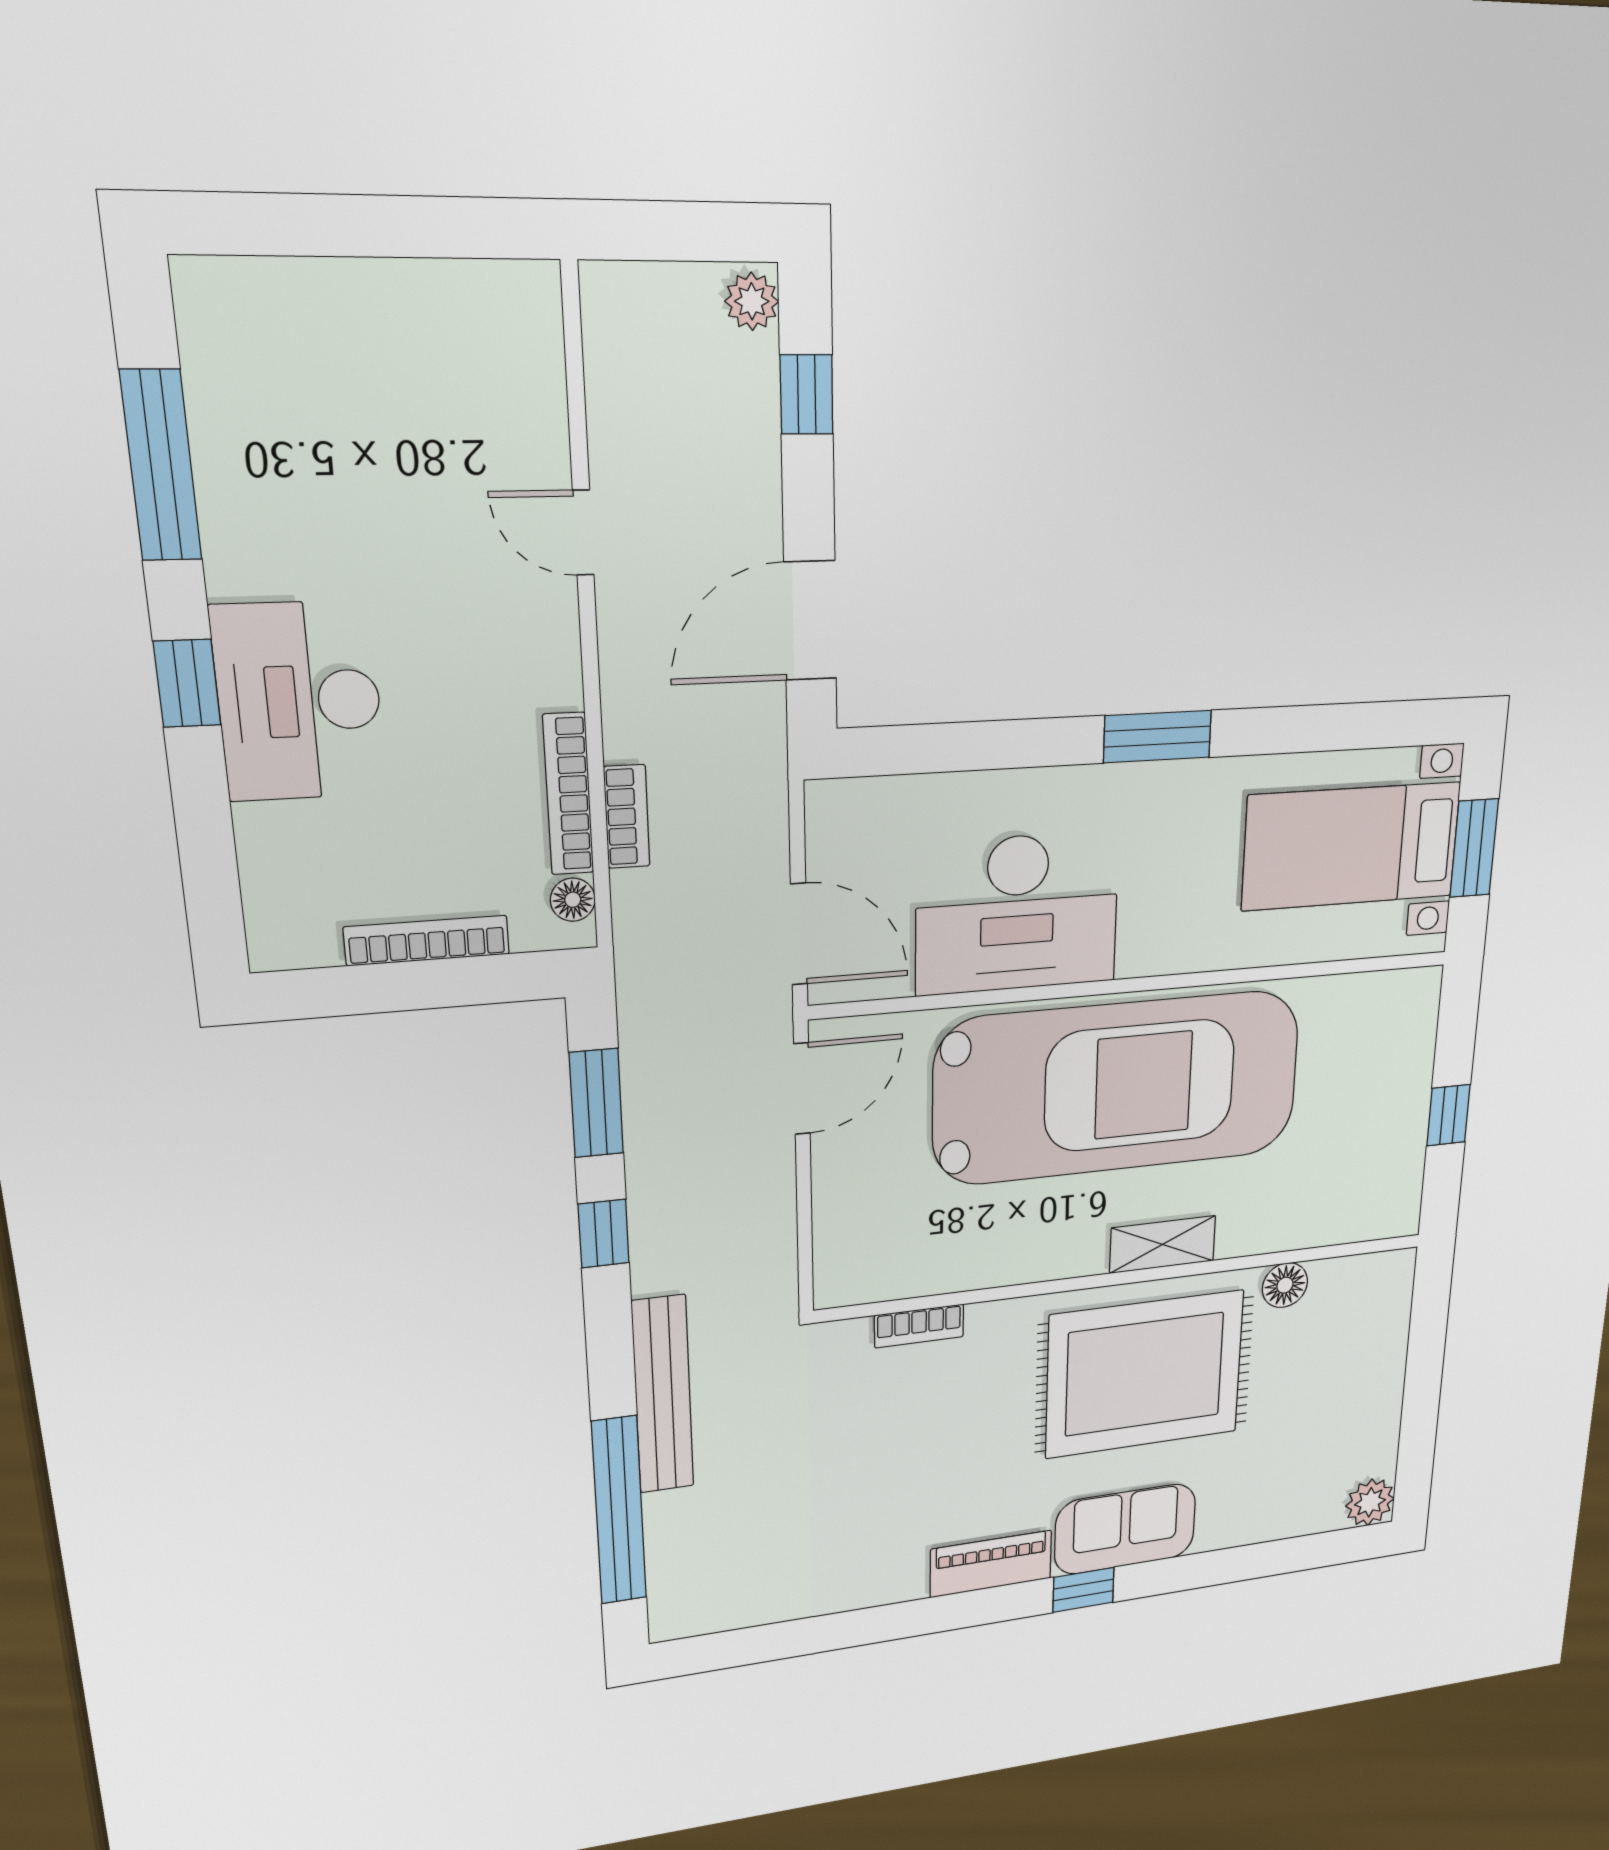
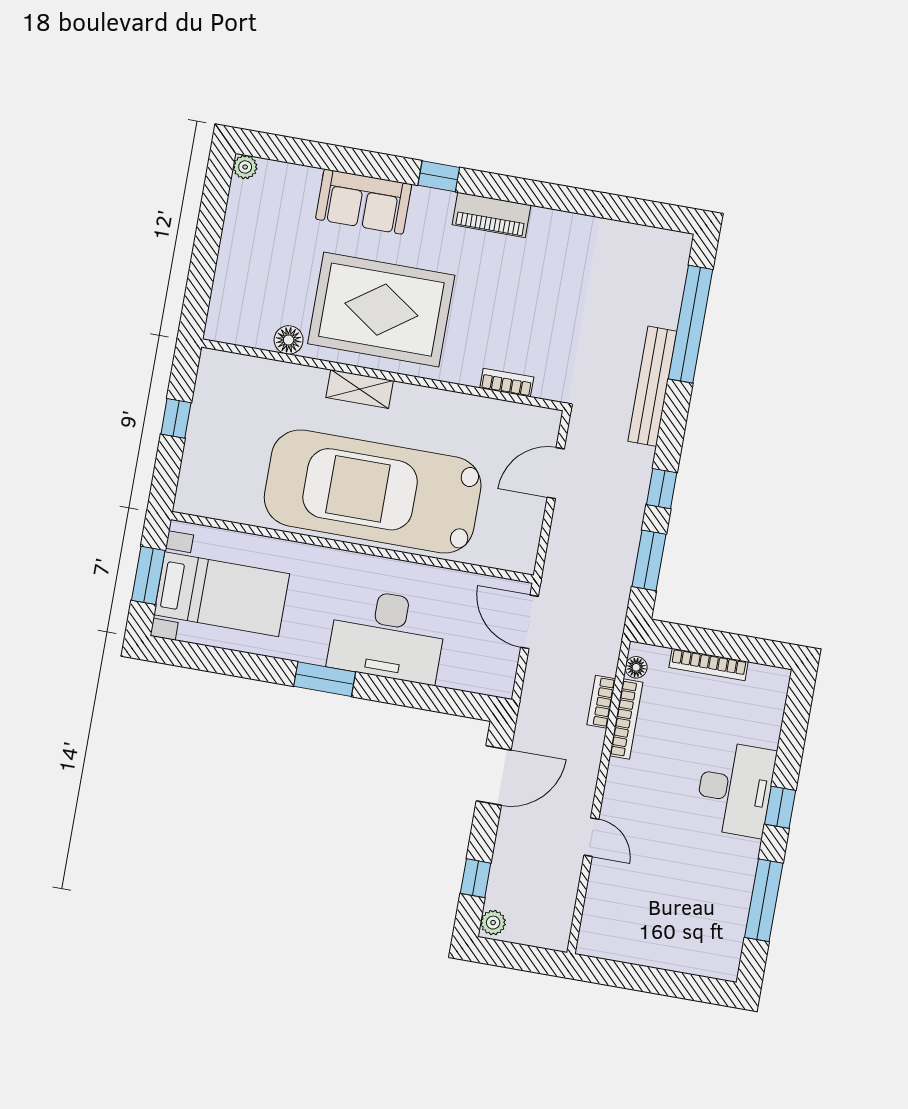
desk: (1017, 913) -> (387, 636), moved, turned 180
door: (802, 1089) -> (556, 473), moved
plant: (1370, 1502) -> (245, 167), width x0.73, depth x0.73
sofa: (1125, 1529) -> (364, 202), moved

